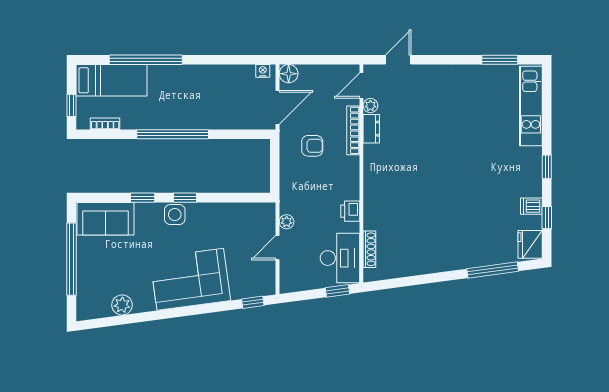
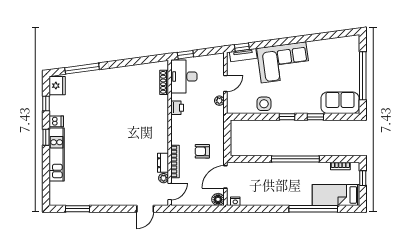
kitchen unit: (531, 106) -> (57, 154), moved
dishwasher: (531, 206) -> (56, 121), moved
side table: (175, 215) -> (264, 104), moved
tv unit: (251, 290) -> (243, 55), added
plant: (122, 305) -> (329, 45), removed

